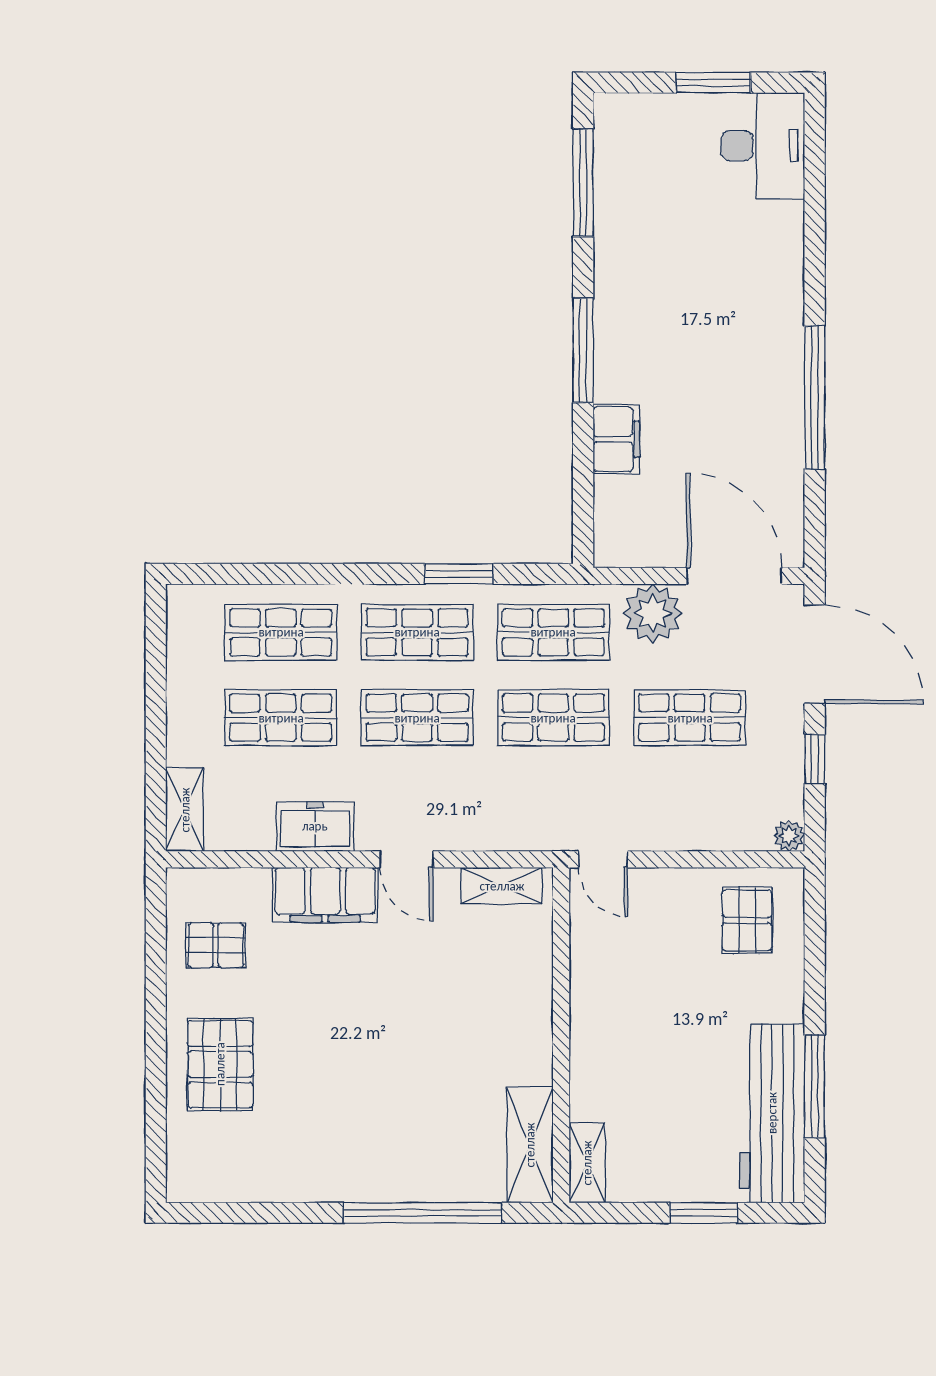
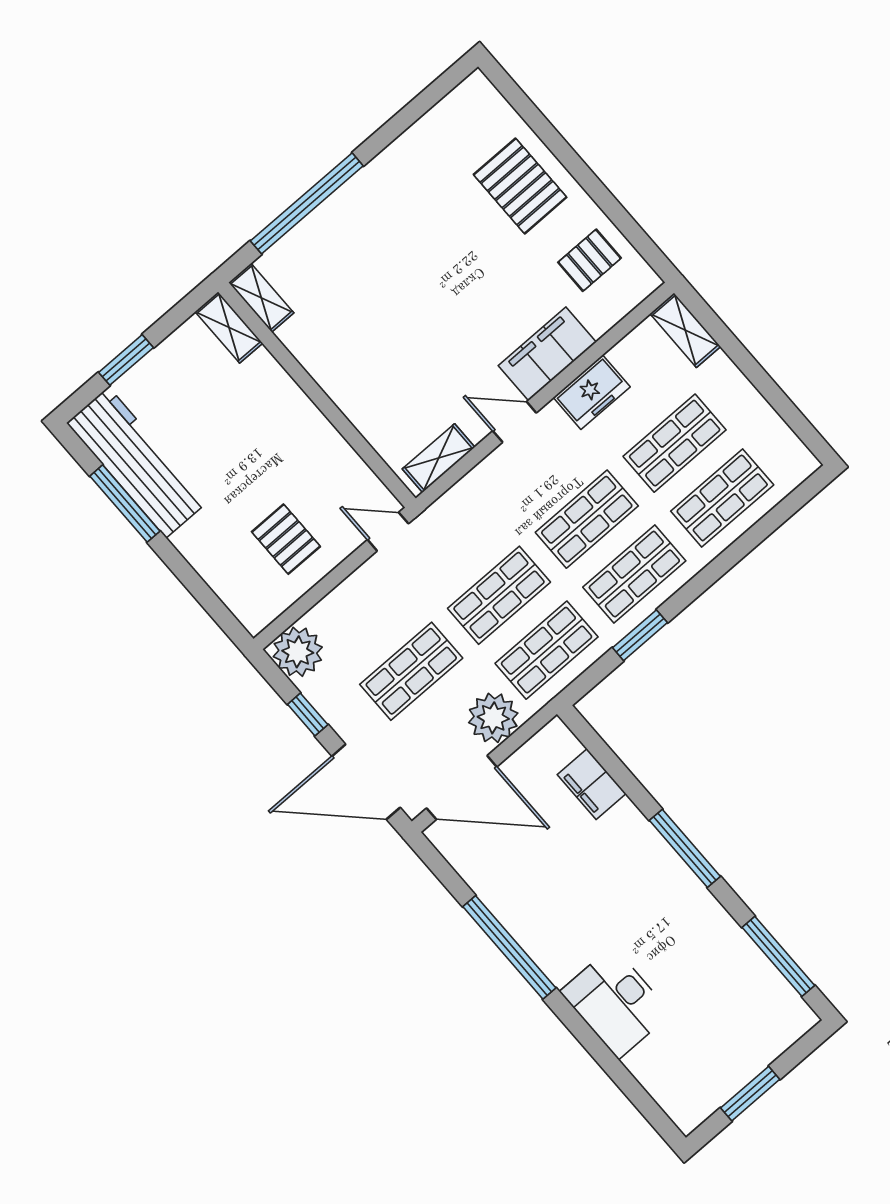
desk: (763, 146) -> (616, 1002), moved
filing cabinet: (616, 439) -> (592, 784), moved
plant: (789, 836) -> (298, 652), width x1.88, depth x1.88
pallet: (747, 920) -> (286, 539), moved
shelving: (530, 1145) -> (261, 298), width x0.67, depth x0.75

